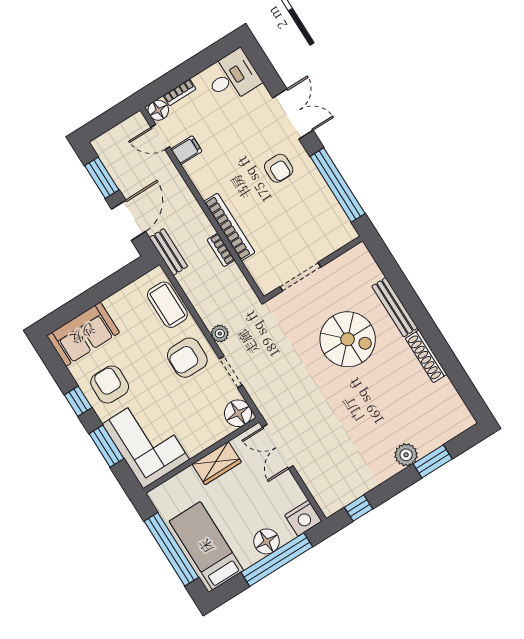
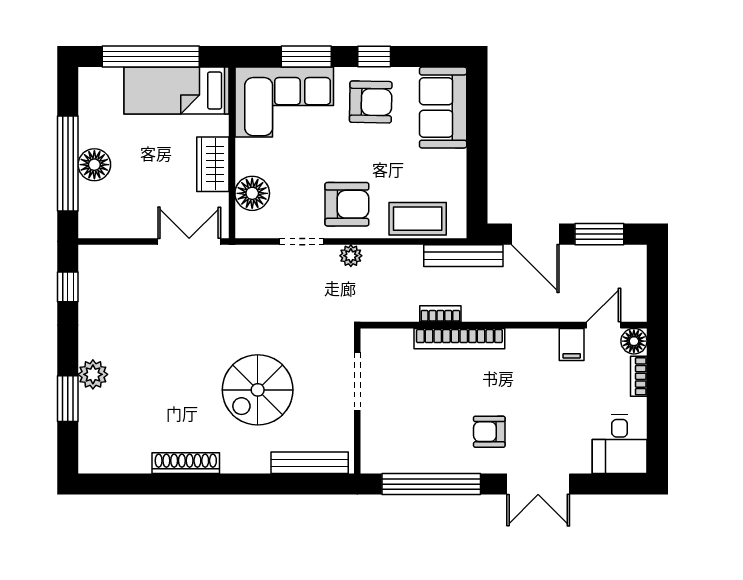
bench: (168, 252) -> (463, 256), width x1.36
bench: (395, 307) -> (310, 463), moved
armchair: (187, 358) -> (347, 204), turned 90
floor lamp: (238, 413) -> (252, 193), moved
nightstand: (303, 518) -> (94, 220), removed
bed: (206, 546) -> (176, 90), moved, turned 180

